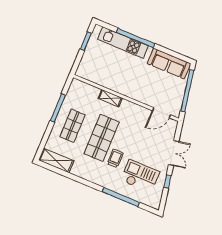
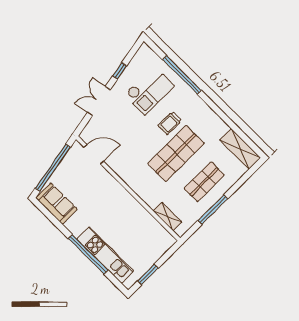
sofa: (169, 63) -> (57, 204), width x0.73
shelving: (110, 98) -> (167, 217), moved
checkout: (140, 176) -> (149, 90), turned -90

